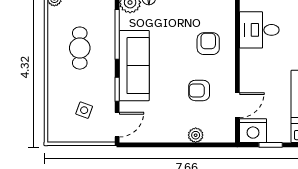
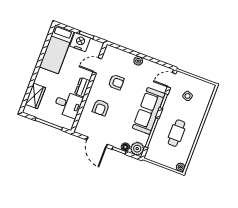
dresser: (248, 64) -> (82, 87), added
nightstand: (253, 131) -> (80, 42), moved
plant: (196, 135) -> (138, 61), moved

